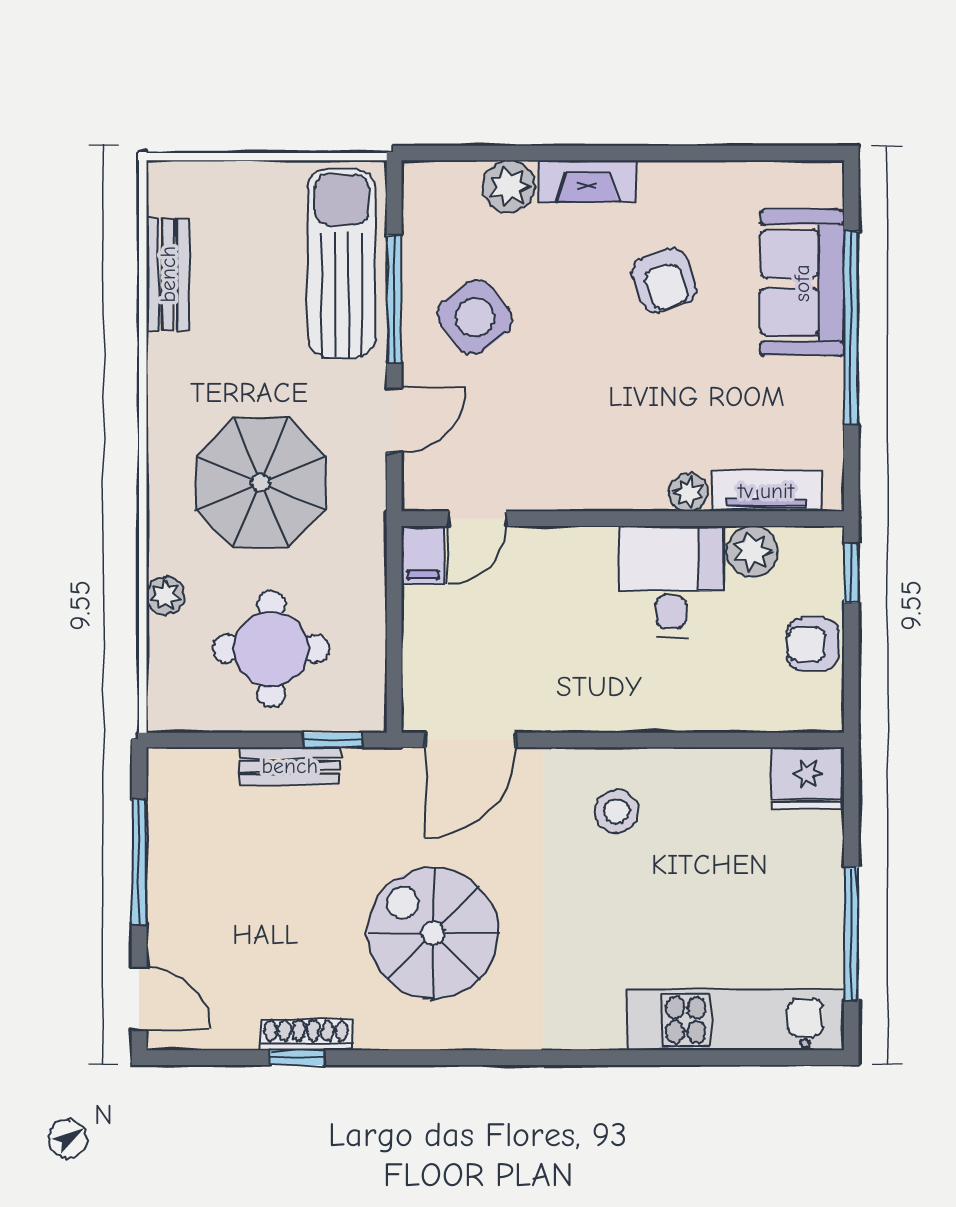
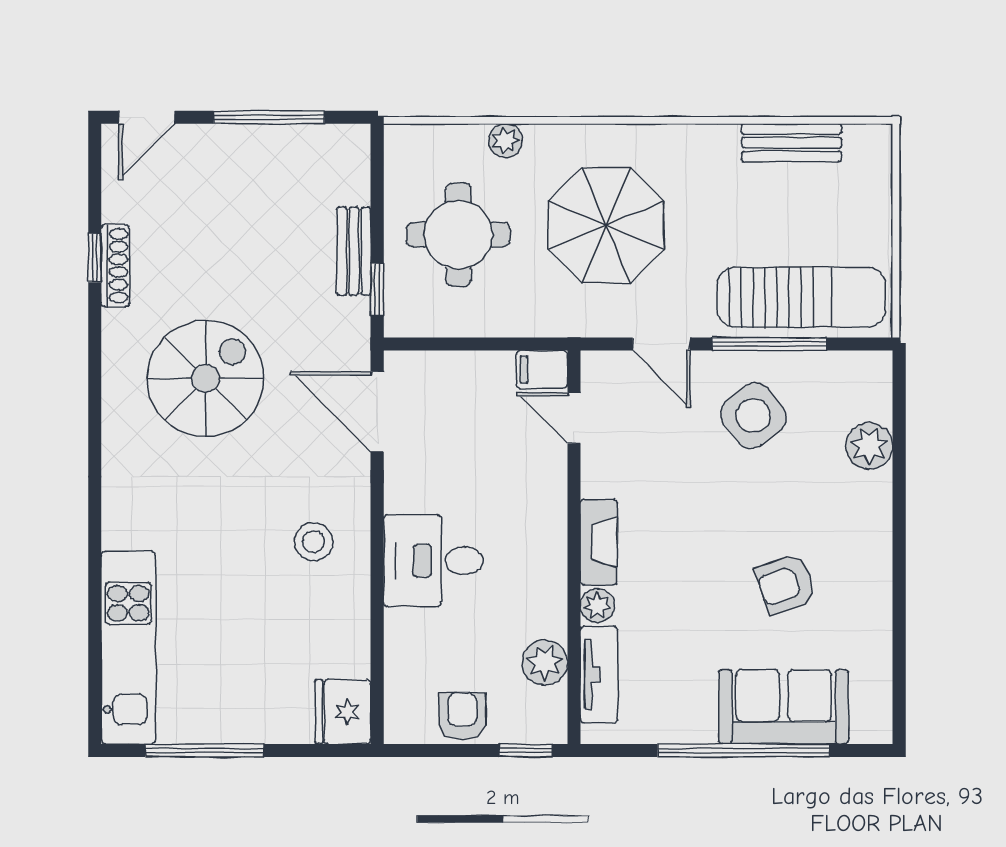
fireplace: (587, 181) -> (599, 542), moved, turned 180
desk: (671, 582) -> (433, 561), moved, turned 180

